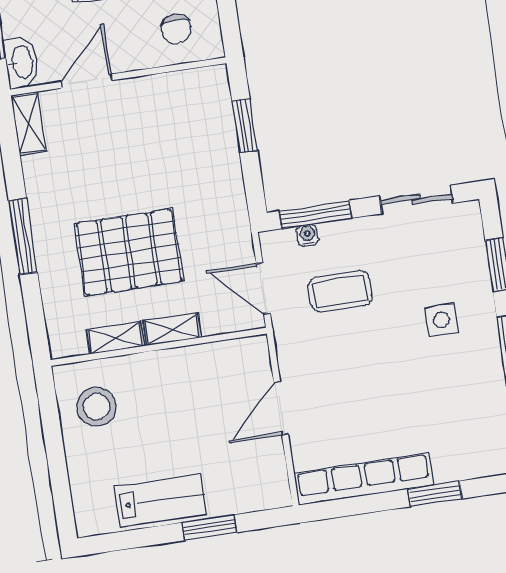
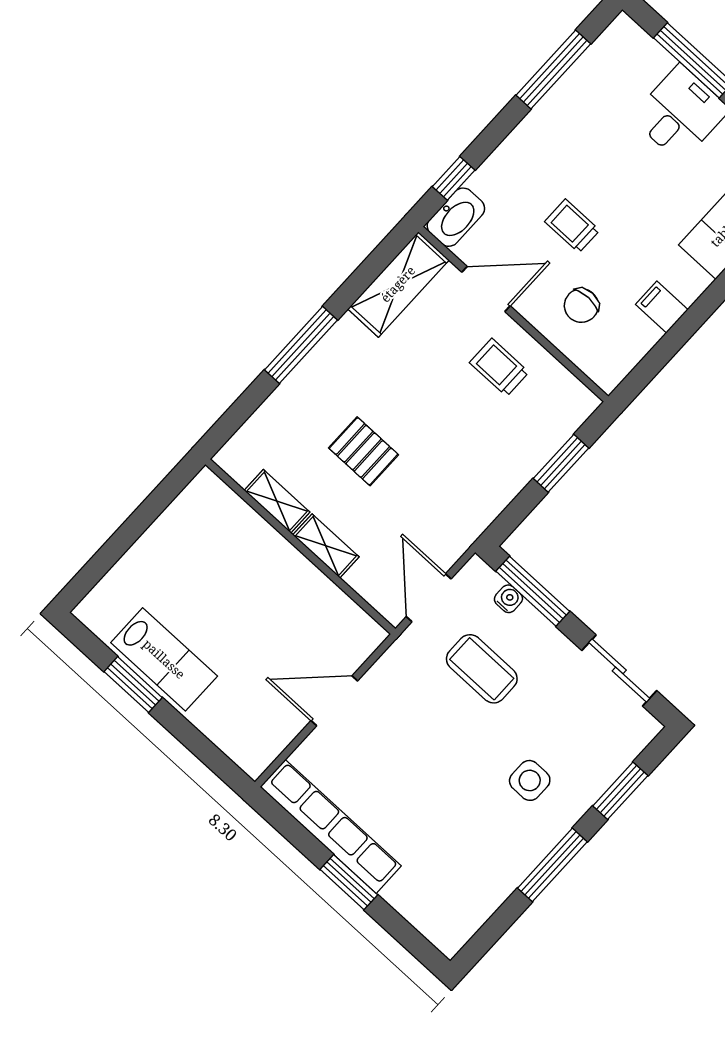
chair: (176, 29) -> (581, 306), moved
trolley: (146, 115) -> (499, 367), added
shelving: (29, 123) -> (398, 284), width x1.50, depth x1.33
pallet: (129, 252) -> (364, 451), width x0.49, depth x0.50
stool: (97, 407) -> (202, 534), removed
window: (435, 494) -> (349, 882), moved
window: (209, 528) -> (133, 685), moved

